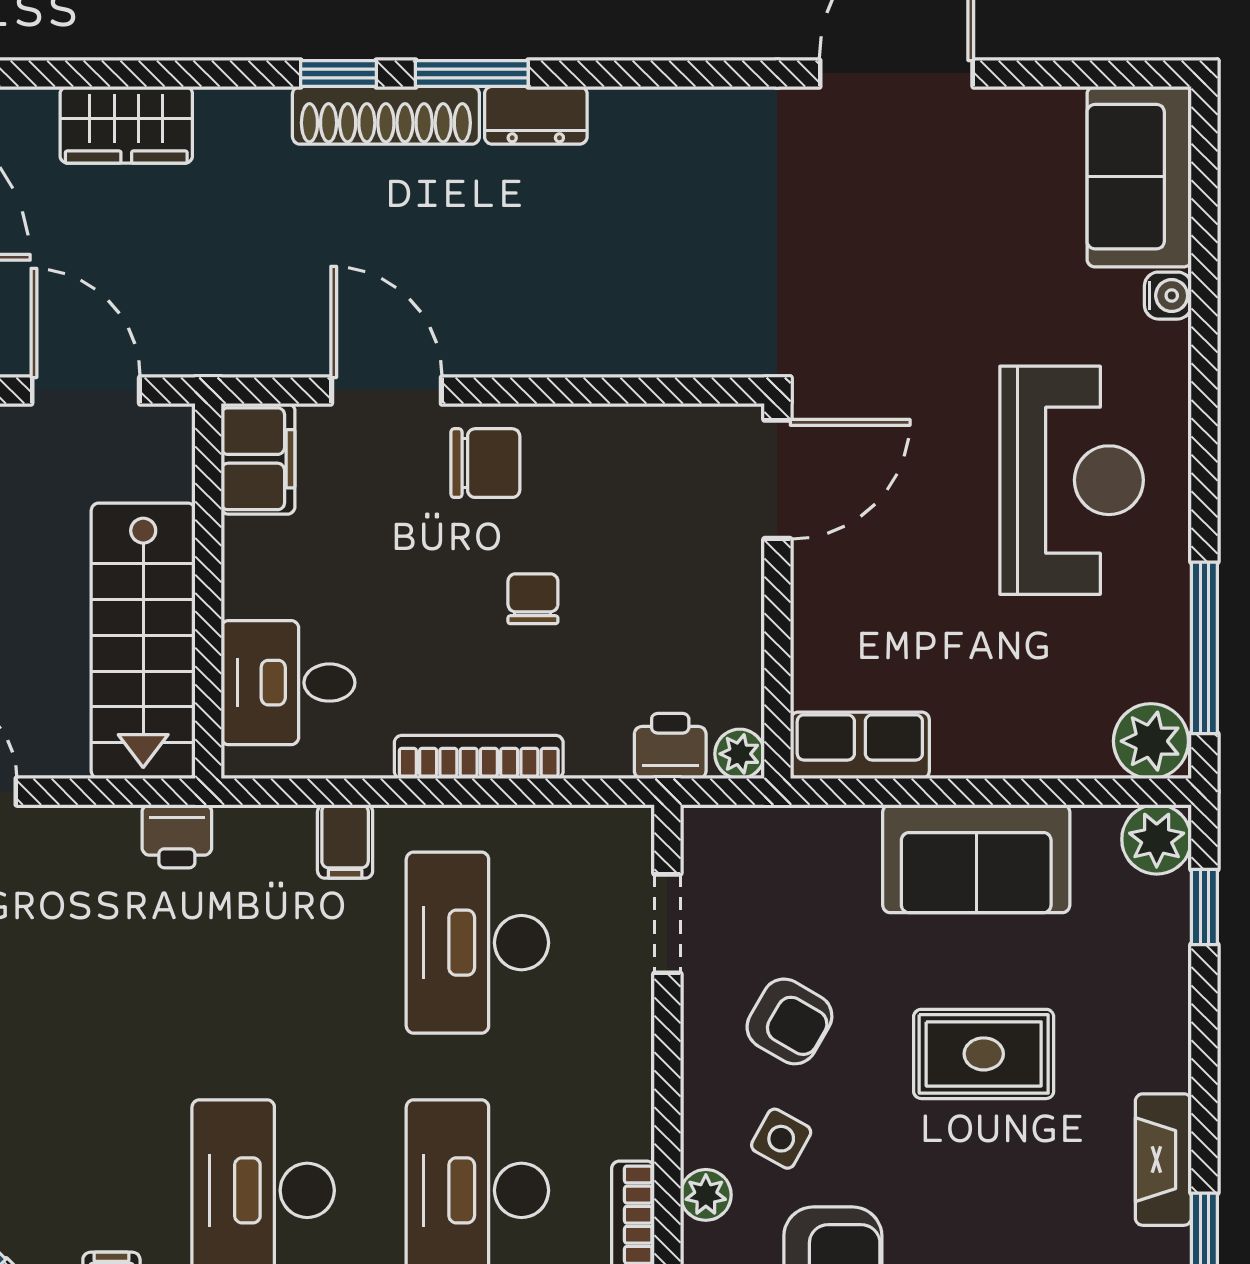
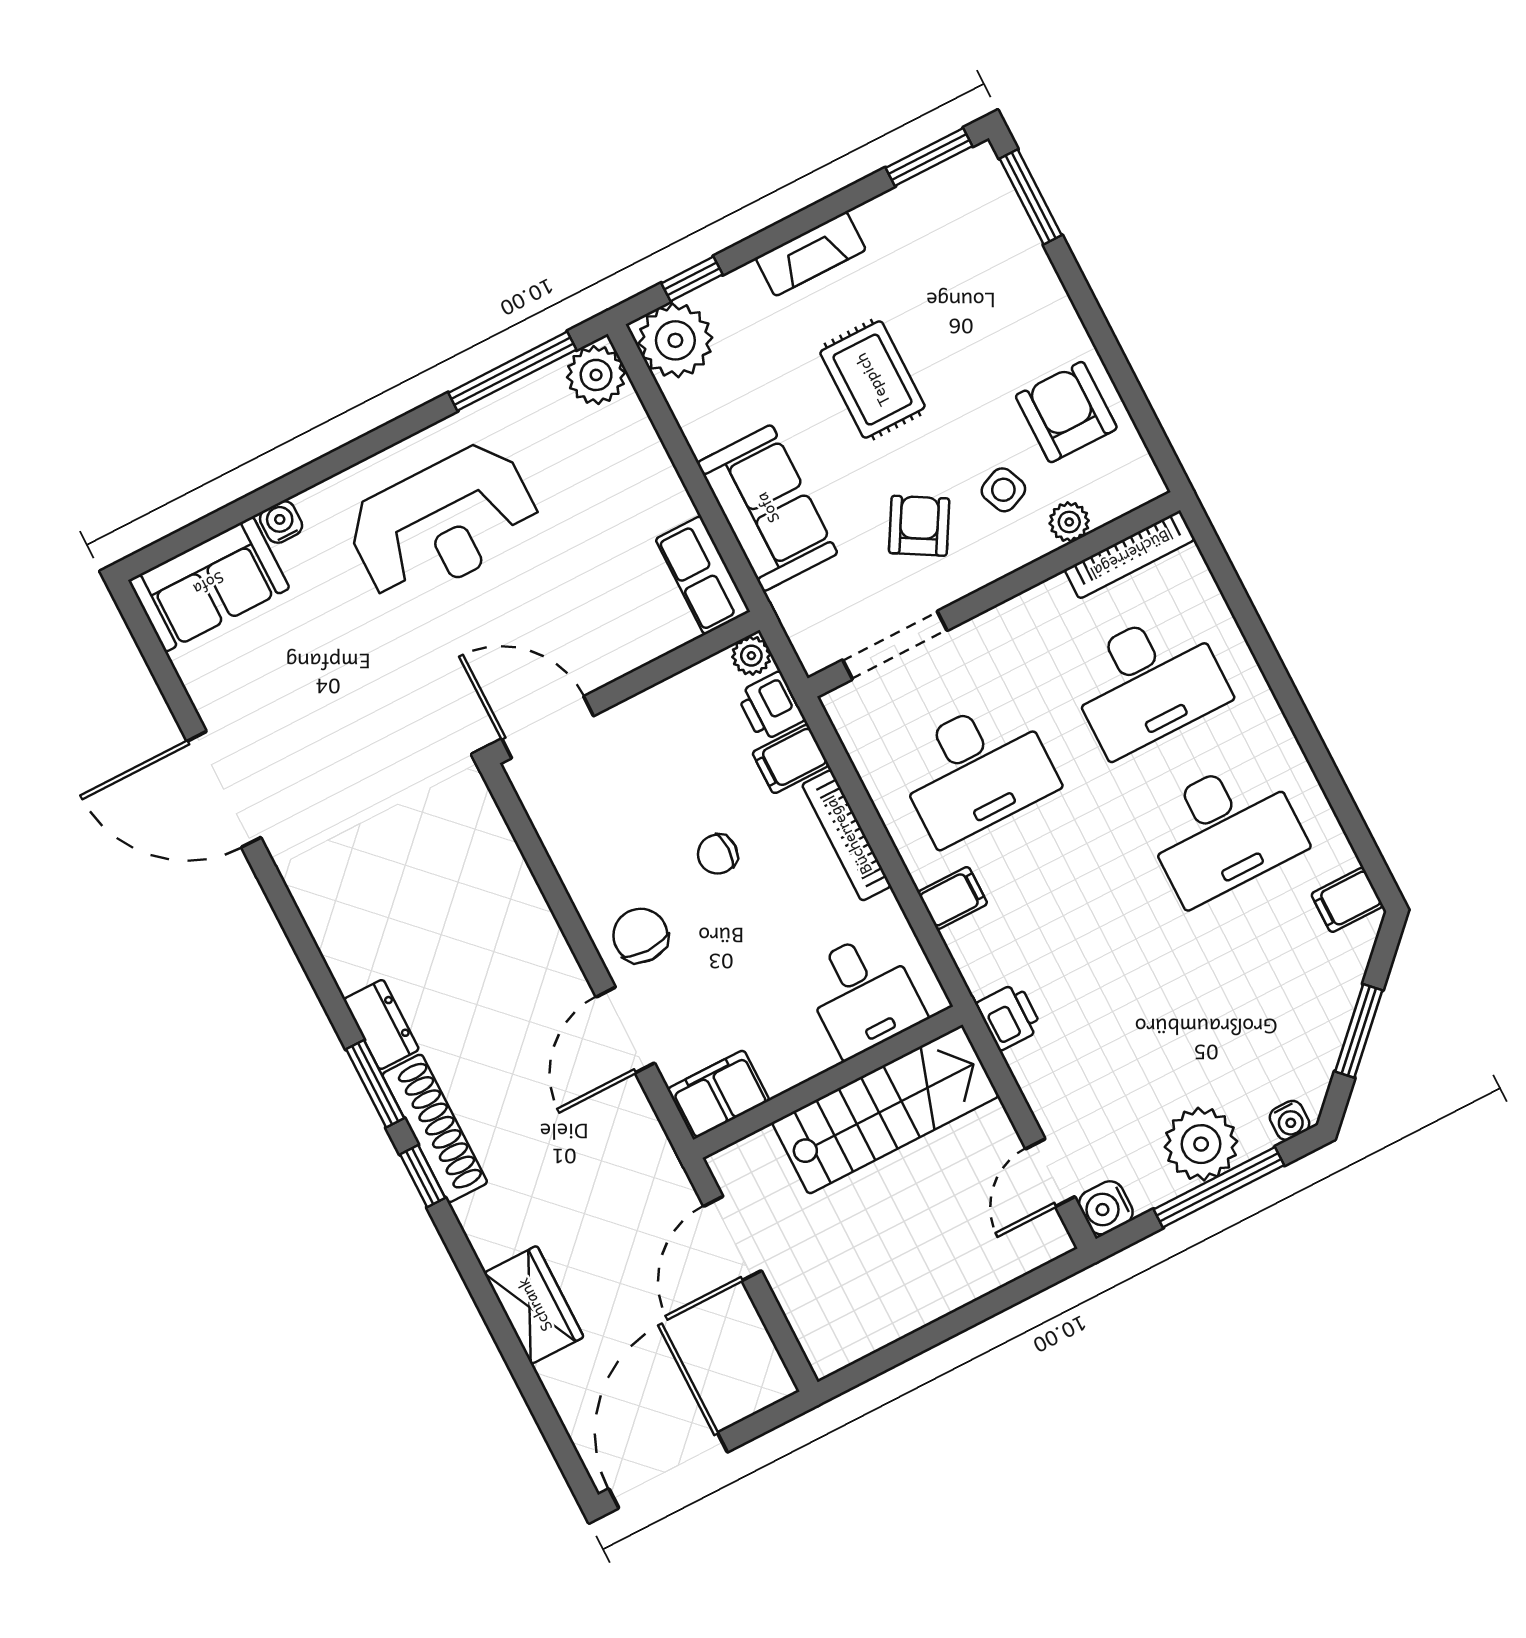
reception desk: (1072, 480) -> (443, 523), turned 180
filing cabinet: (599, 738) -> (791, 759), added
plant: (1157, 839) -> (675, 340), width x1.36, depth x1.36
sofa: (976, 859) -> (767, 508), moved
doorway: (667, 924) -> (895, 645), width x1.38
side table: (781, 1139) -> (1003, 490), turned 38
fireplace: (1163, 1160) -> (811, 254), moved

